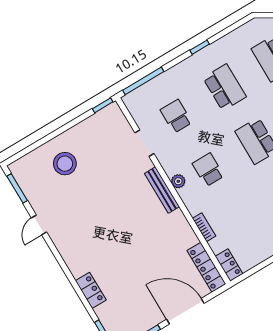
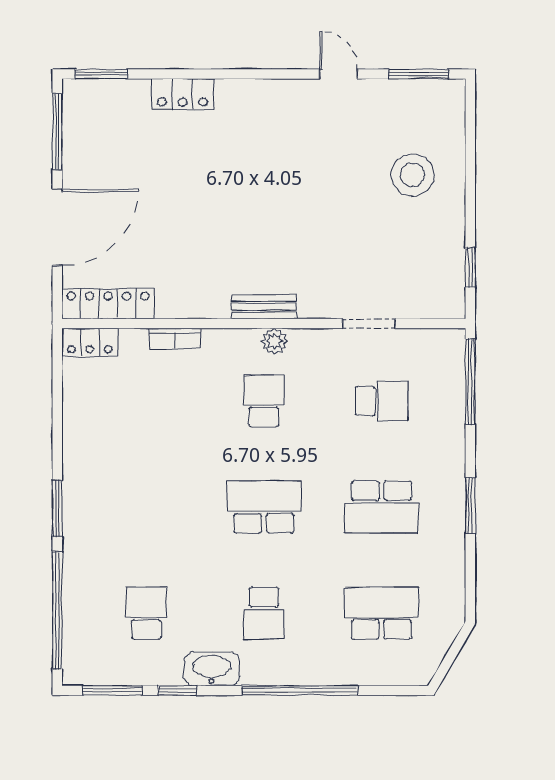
window: (200, 47) -> (470, 506), width x1.50
window: (103, 105) -> (470, 267), moved
school desk: (208, 170) -> (264, 401), turned -90
bench: (162, 190) -> (264, 307), width x0.73

